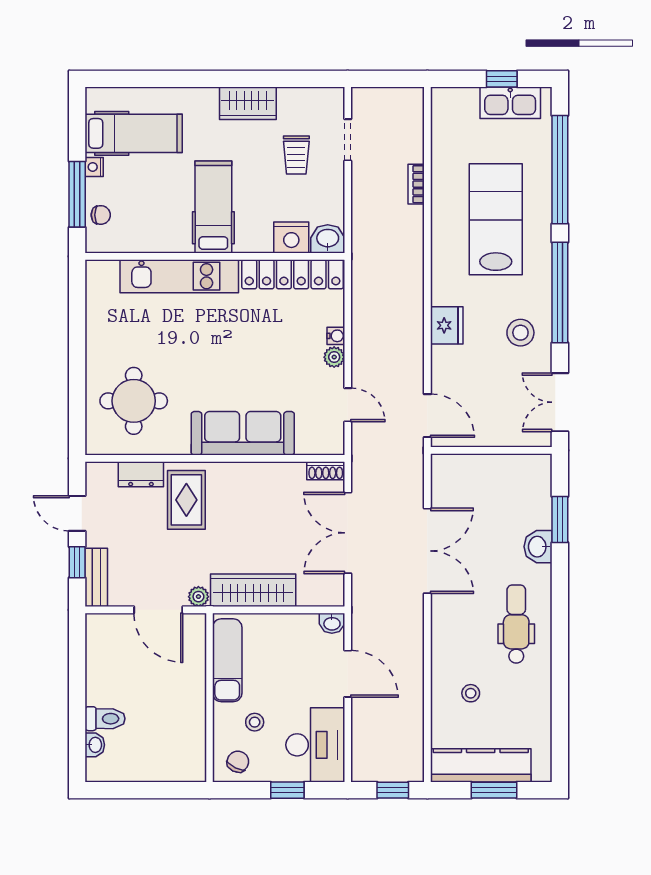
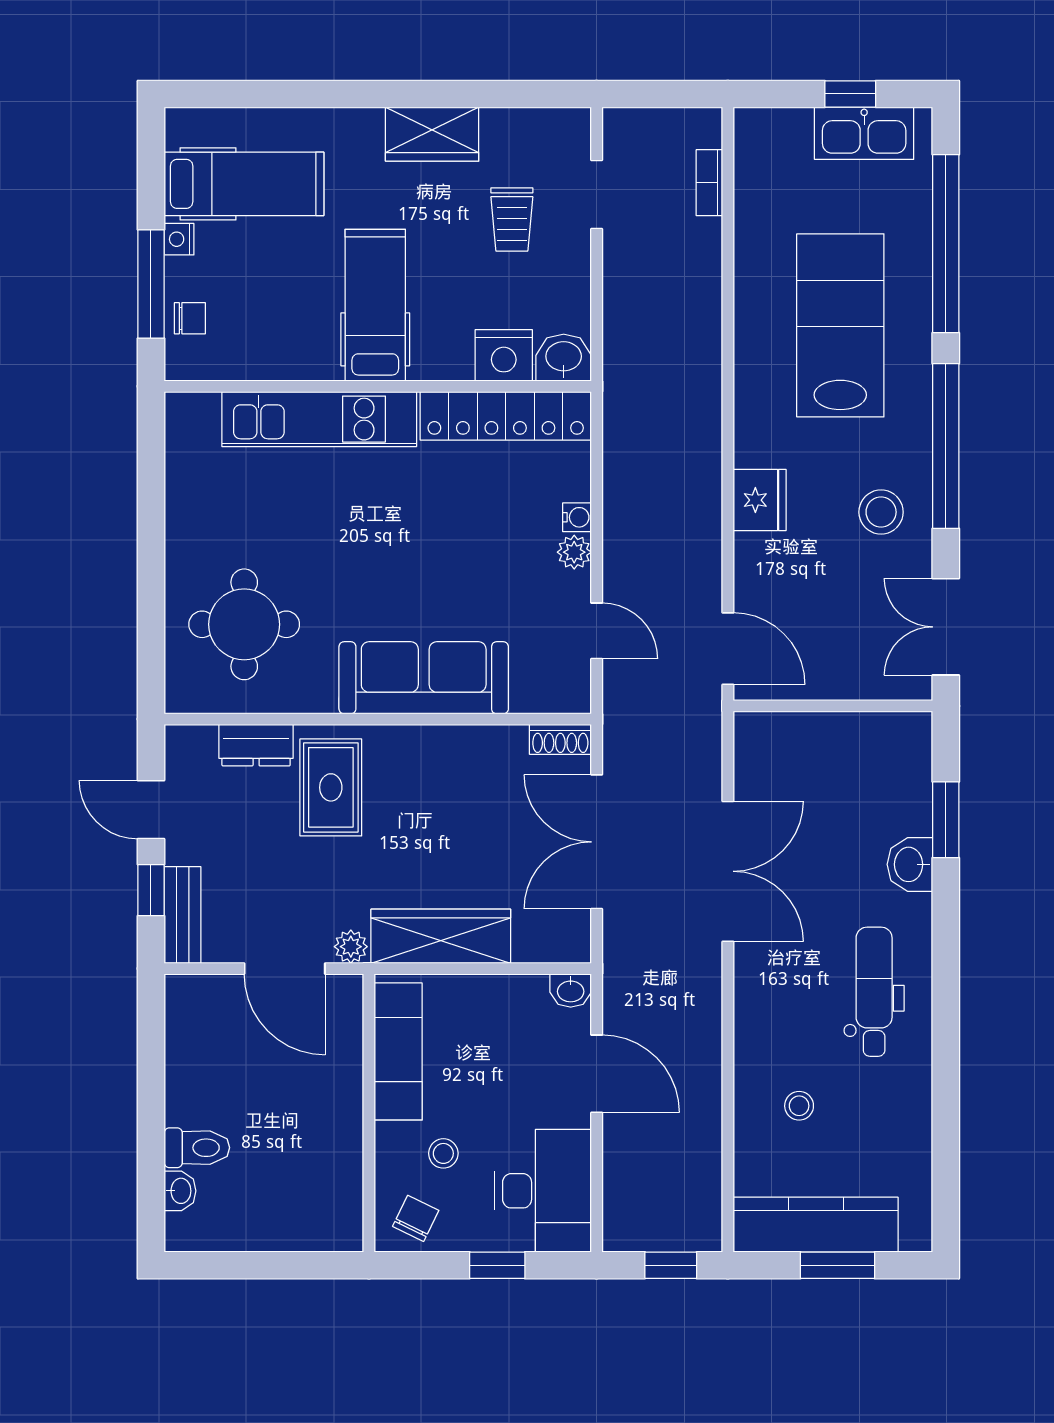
bookcase: (416, 184) -> (709, 183), moved

